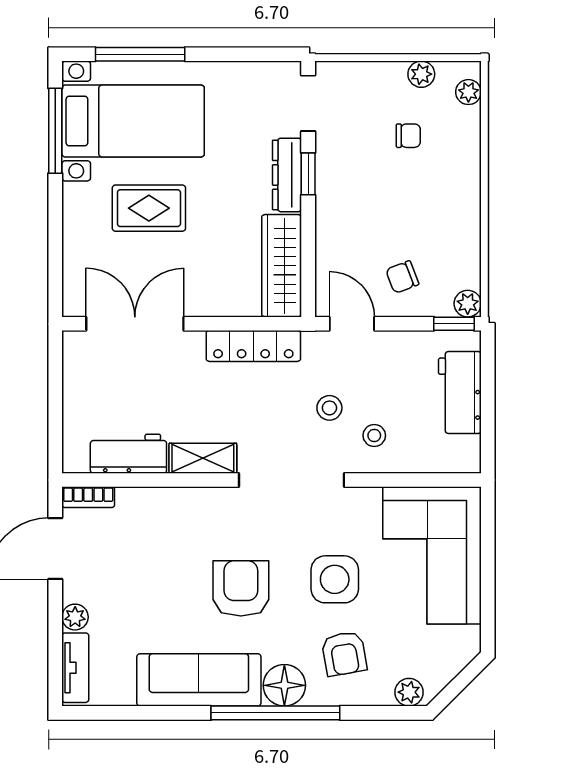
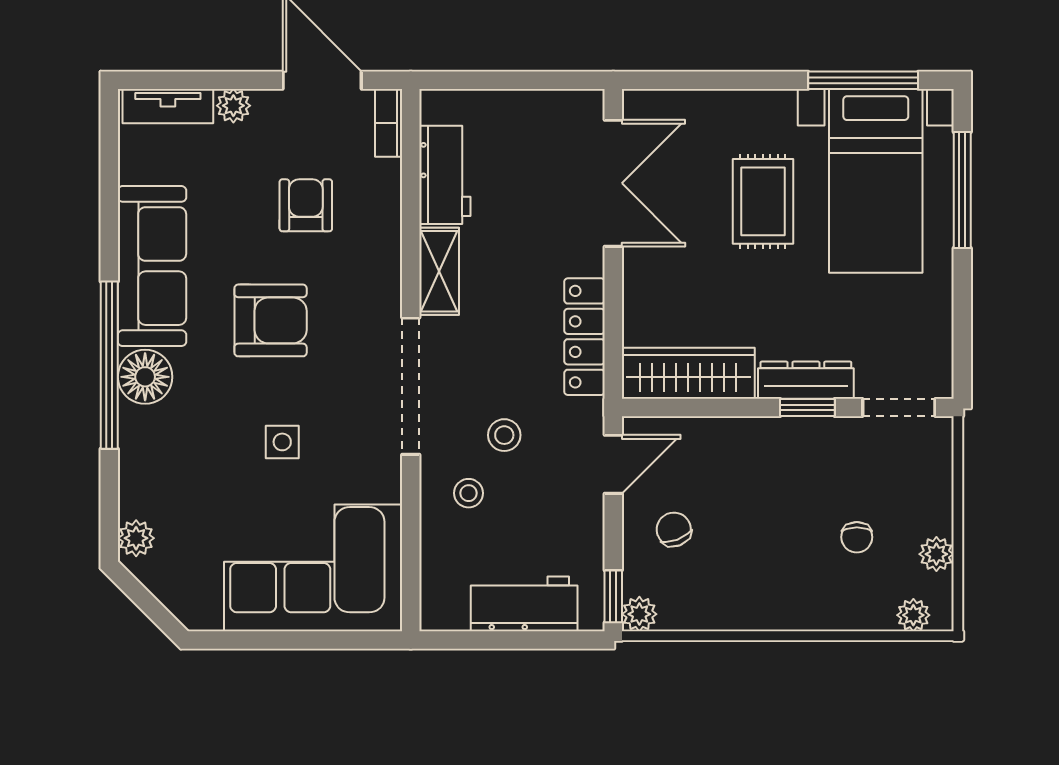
side table: (335, 579) -> (282, 442), width x0.54, depth x0.54
armchair: (344, 654) -> (306, 205), moved, turned 100

